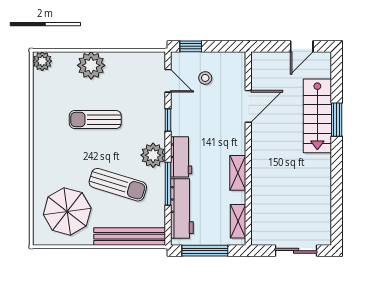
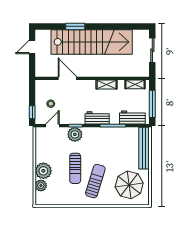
door: (302, 46) -> (32, 47), swing flipped
plant: (42, 61) -> (41, 186), moved
stairs: (317, 116) -> (92, 42), width x1.86, depth x1.51
plant: (153, 155) -> (75, 134), moved
sun lounger: (118, 185) -> (95, 181), moved
workbench: (182, 208) -> (132, 117), width x0.73

